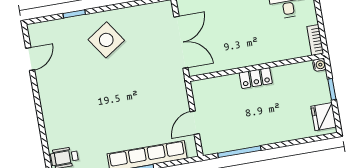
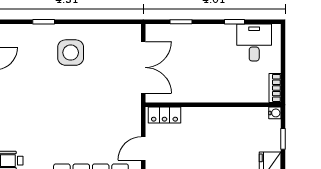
side table: (106, 40) -> (71, 53), turned 34
locker: (256, 78) -> (164, 115), moved

